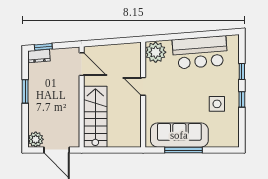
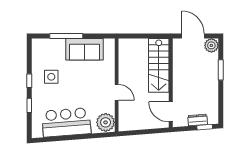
dresser: (39, 56) -> (198, 120), moved
window: (25, 91) -> (221, 70), moved
sofa: (179, 135) -> (85, 49), width x0.73
window: (184, 150) -> (66, 36), moved

